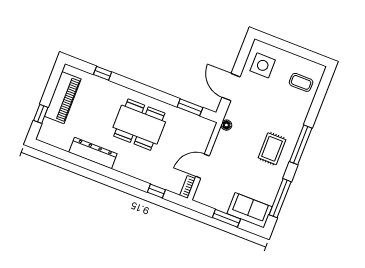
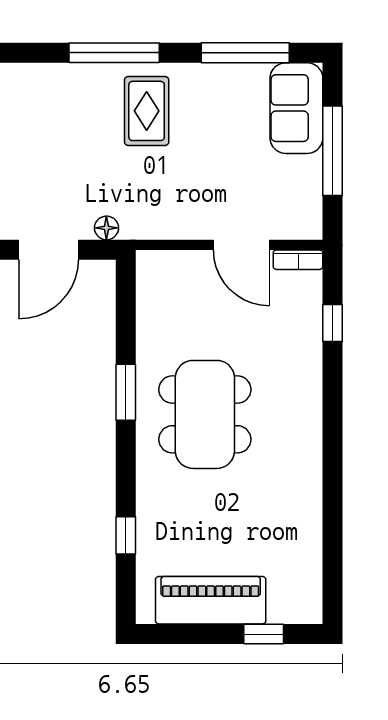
window: (190, 107) -> (126, 392), moved
floor lamp: (226, 125) -> (106, 228), moved
rug: (272, 149) -> (147, 111), turned 90
dresser: (93, 153) -> (304, 490), removed
window: (226, 218) -> (333, 151), width x1.44

